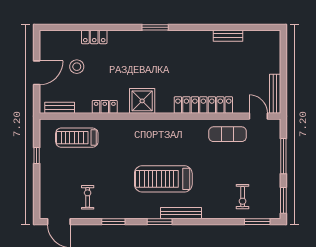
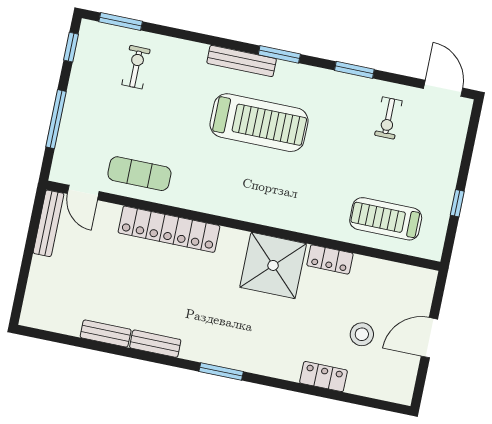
shower: (142, 101) -> (273, 265), width x1.37, depth x1.37
bench: (60, 108) -> (155, 344), moved
treadmill: (77, 138) -> (386, 219), turned 180
window: (283, 200) -> (71, 47), width x0.67

